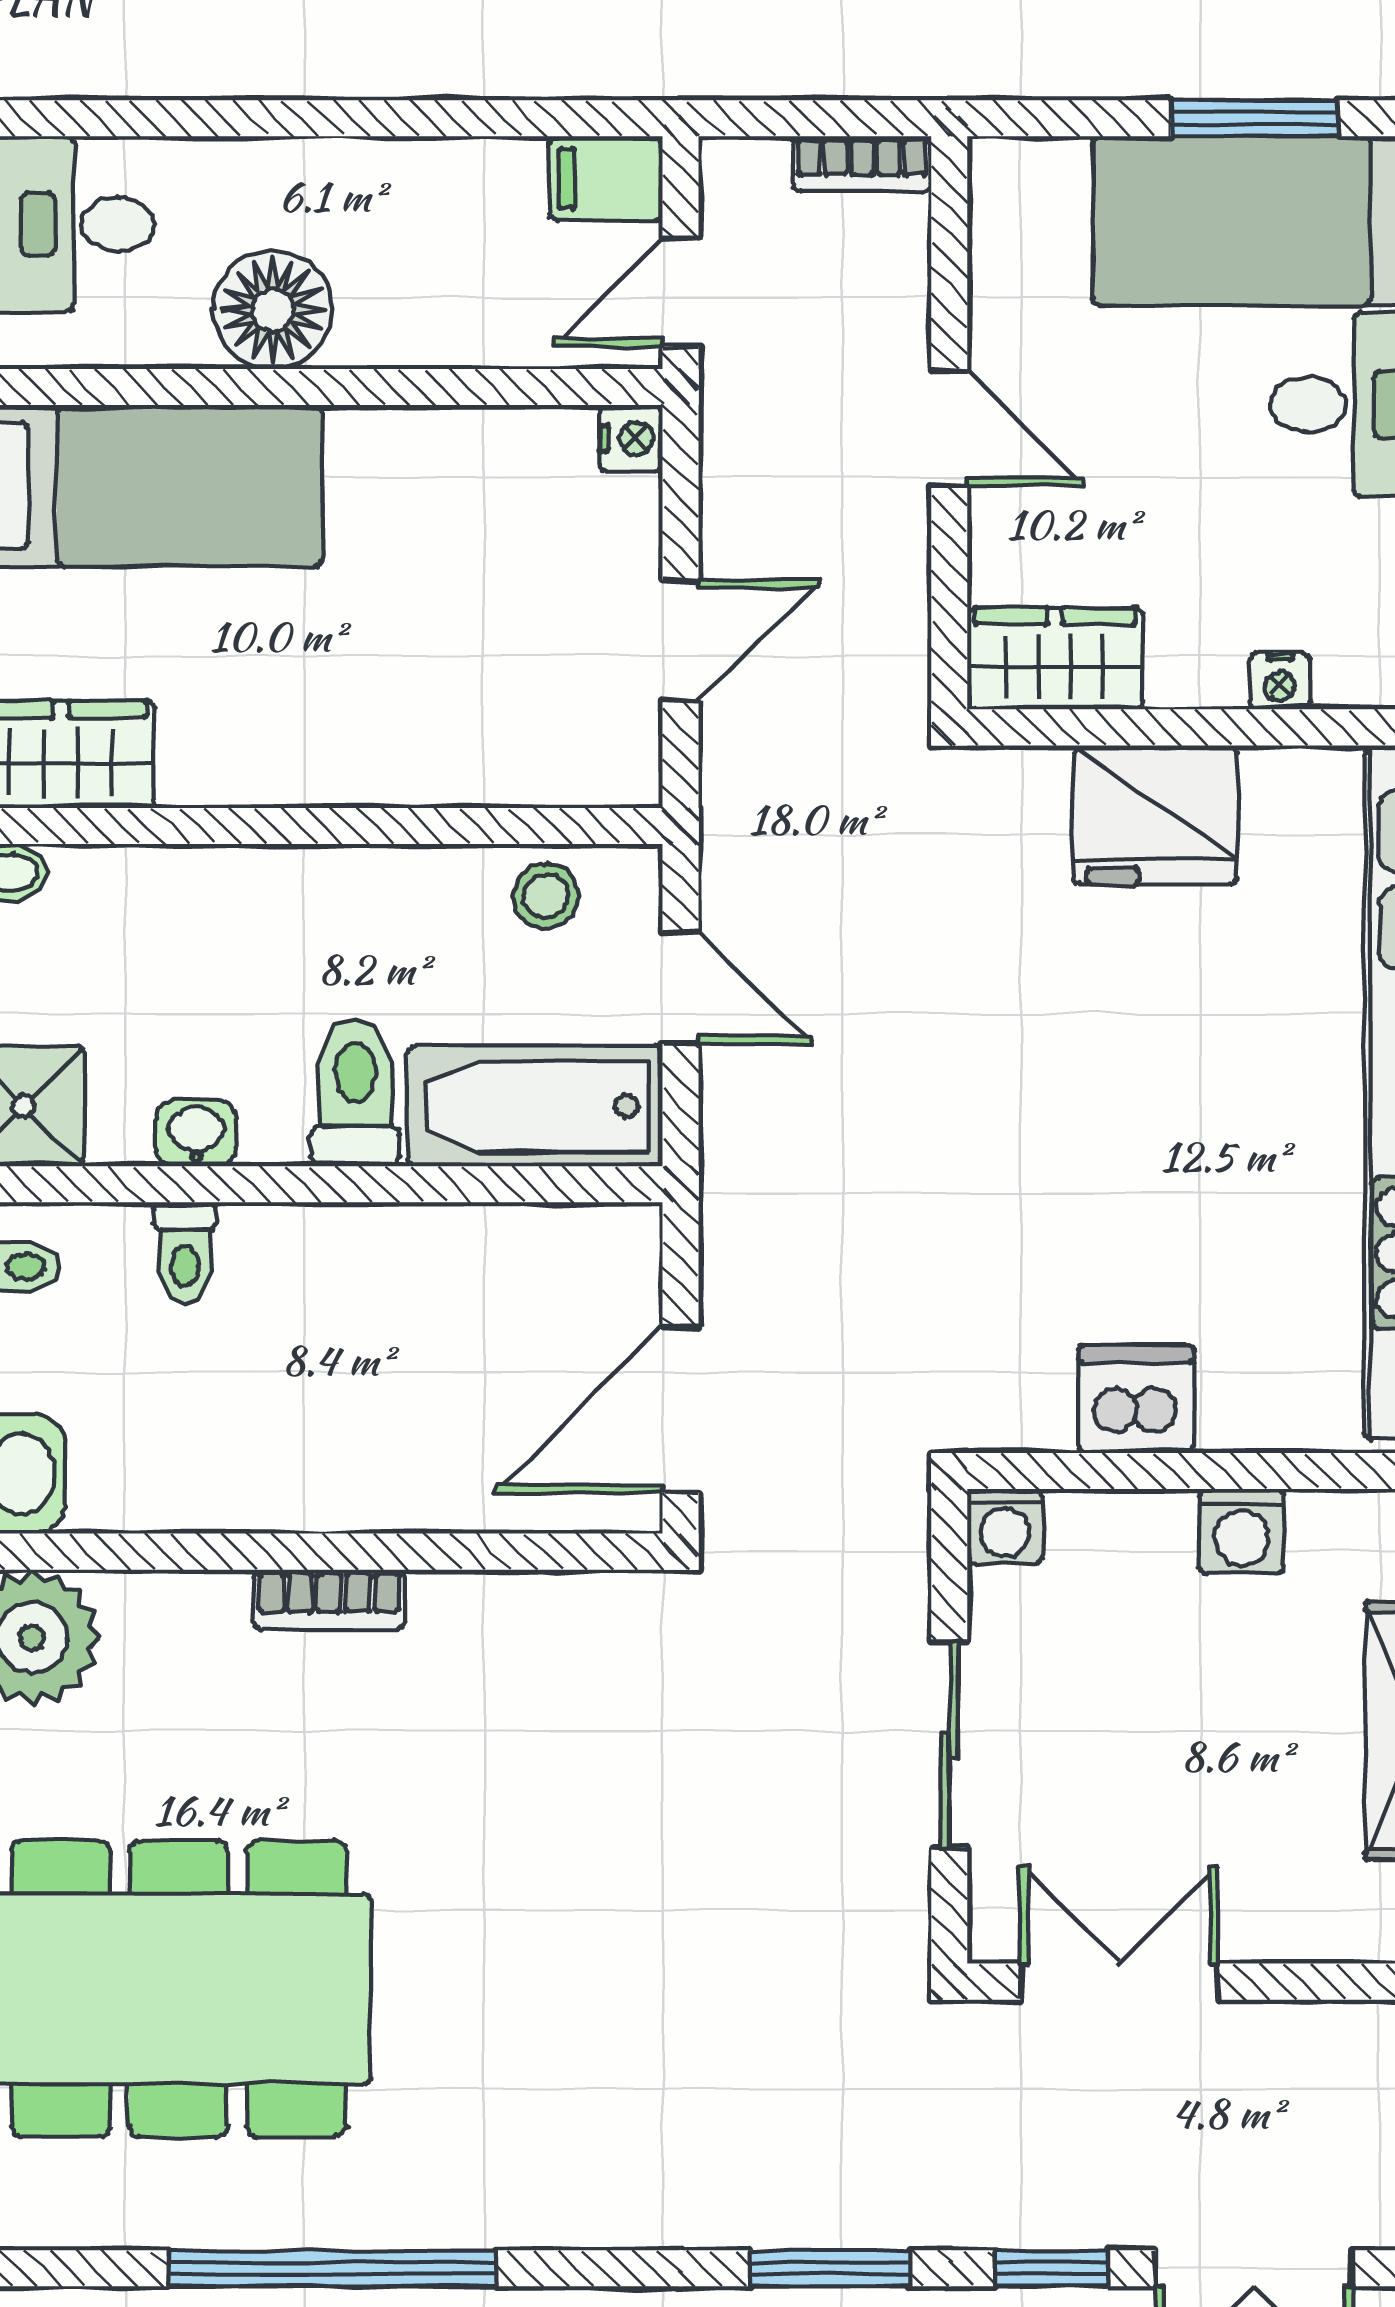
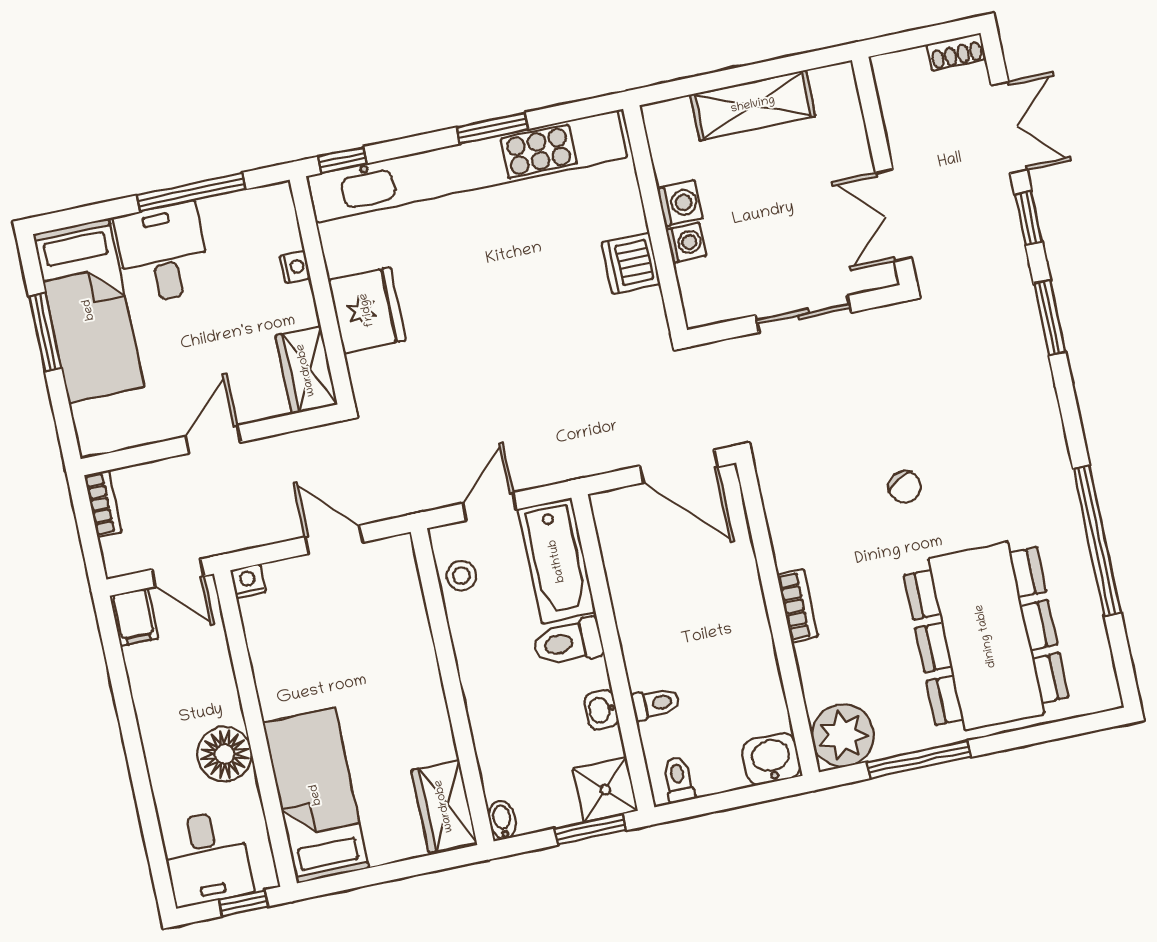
washing machine: (1005, 1526) -> (686, 243), moved
chair: (535, 1882) -> (905, 487), added

